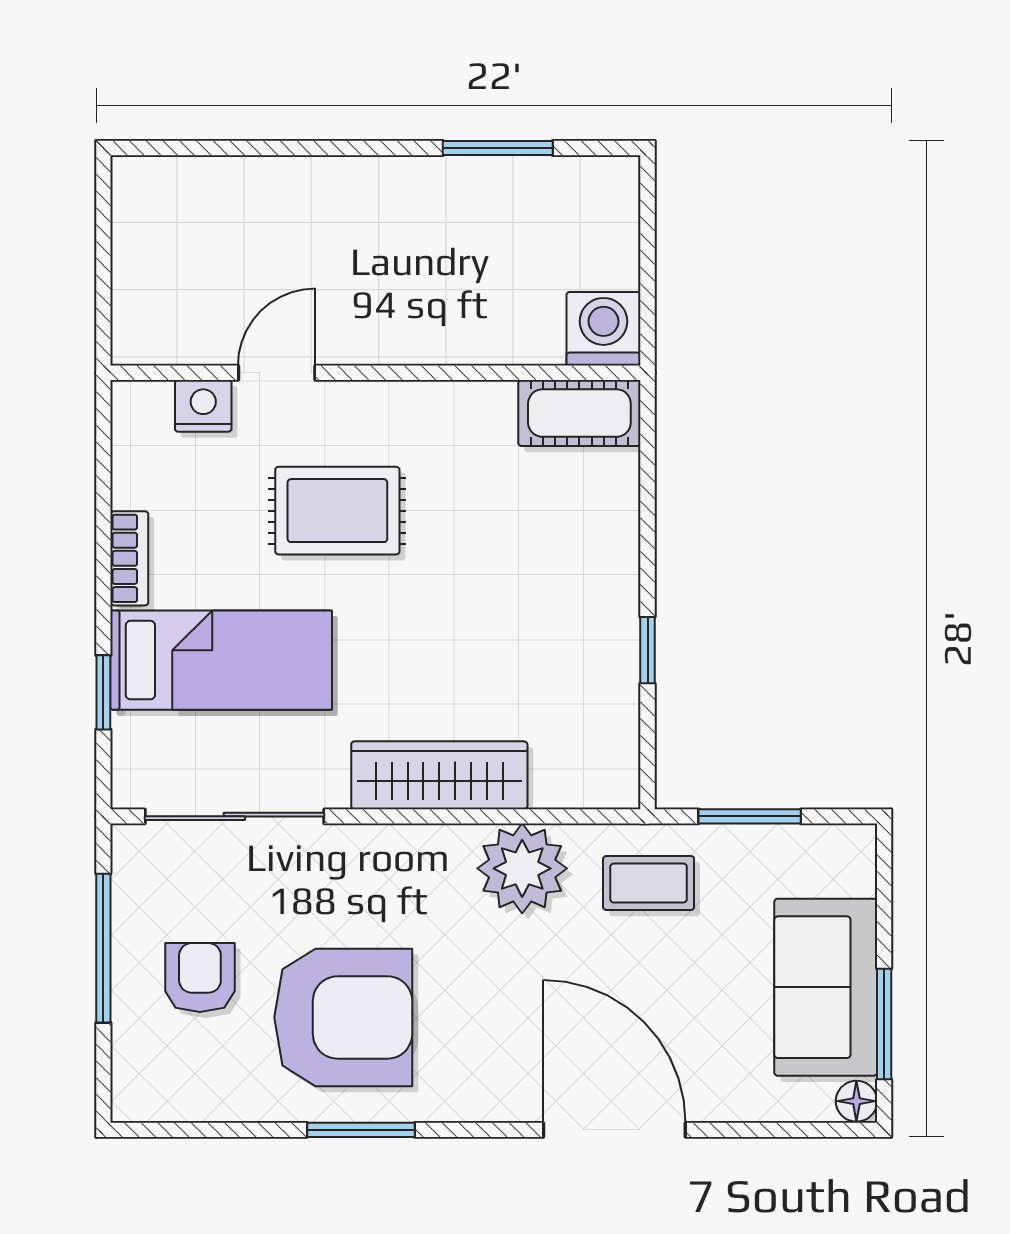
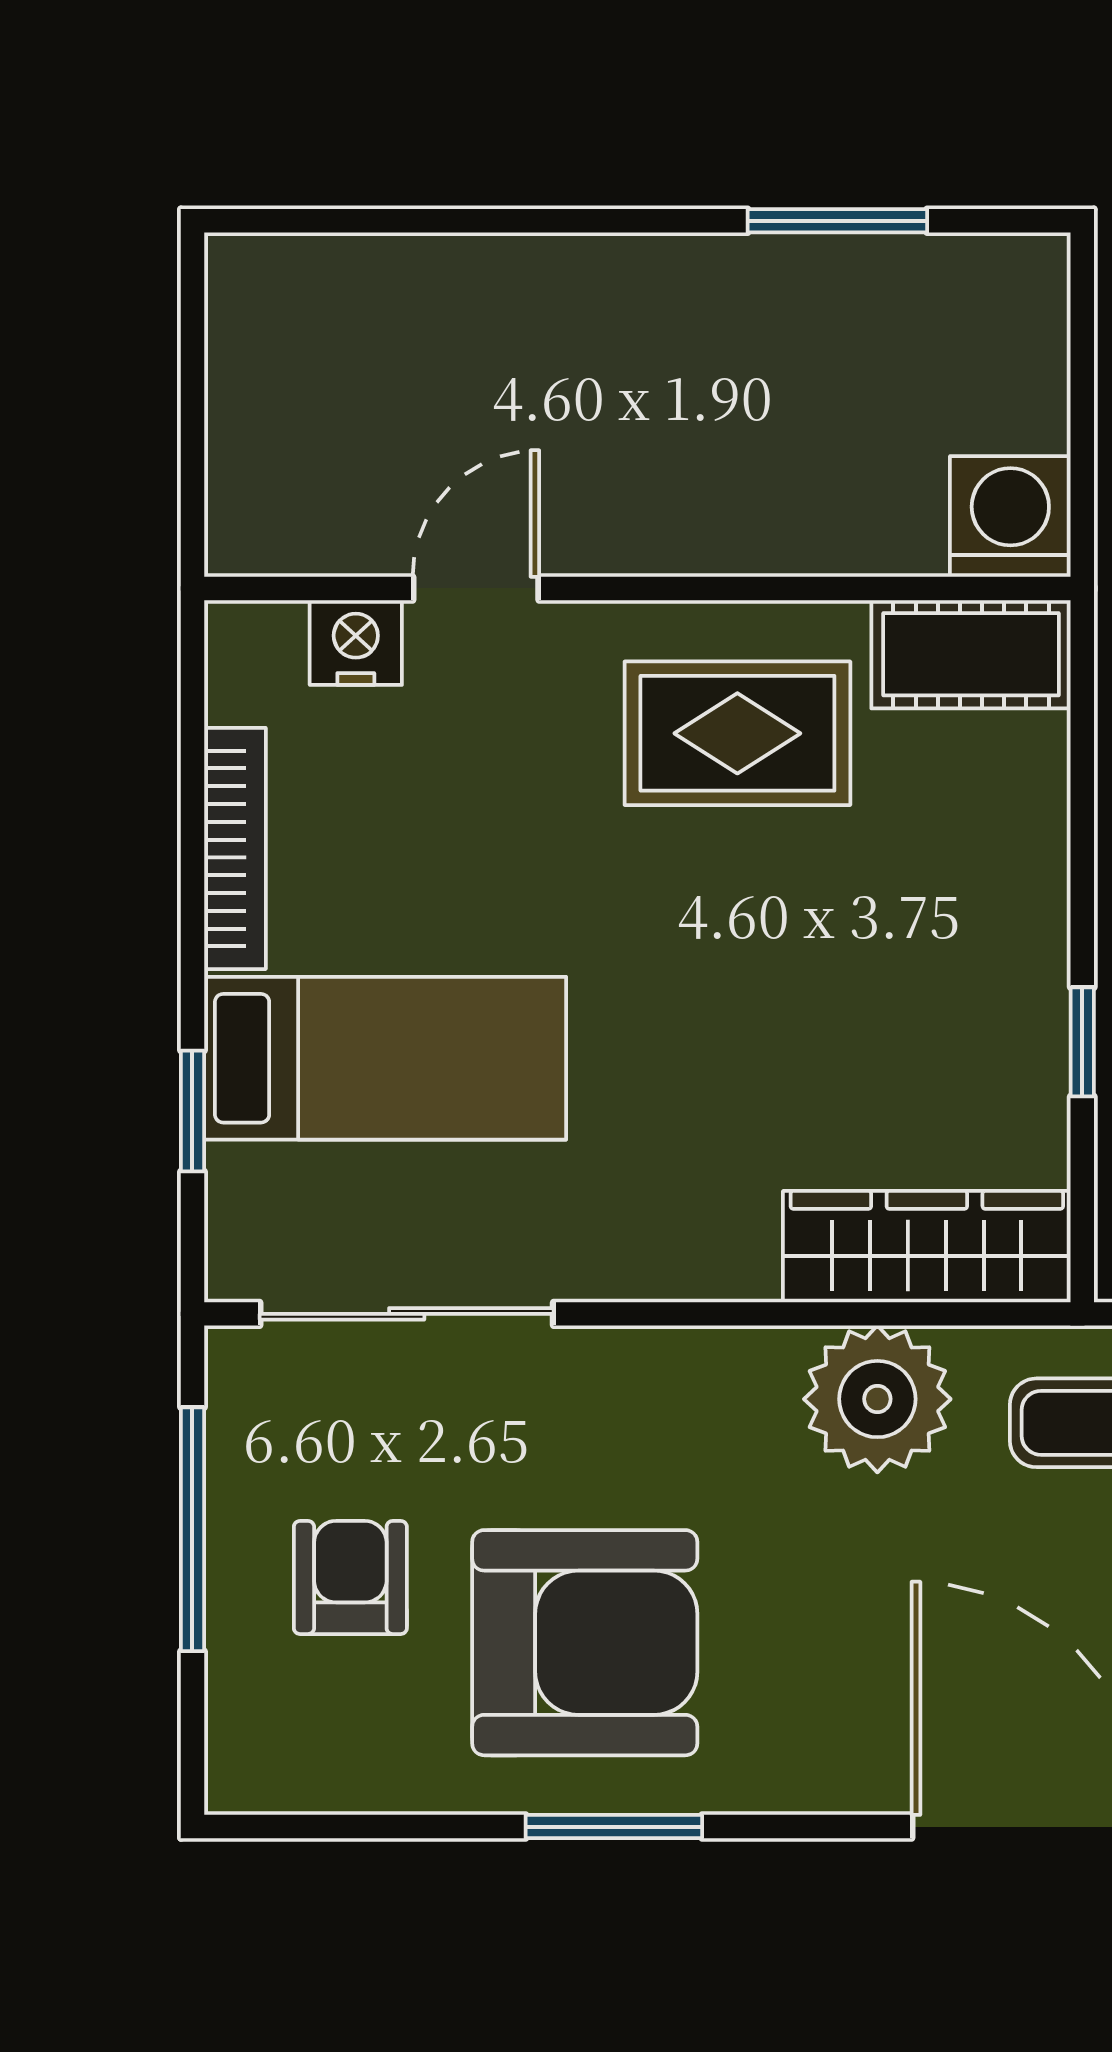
rug: (337, 511) -> (737, 733), moved
bookcase: (129, 558) -> (235, 848), width x1.56
wardrobe: (439, 775) -> (927, 1247), moved

